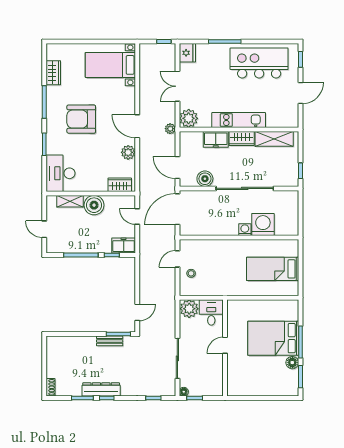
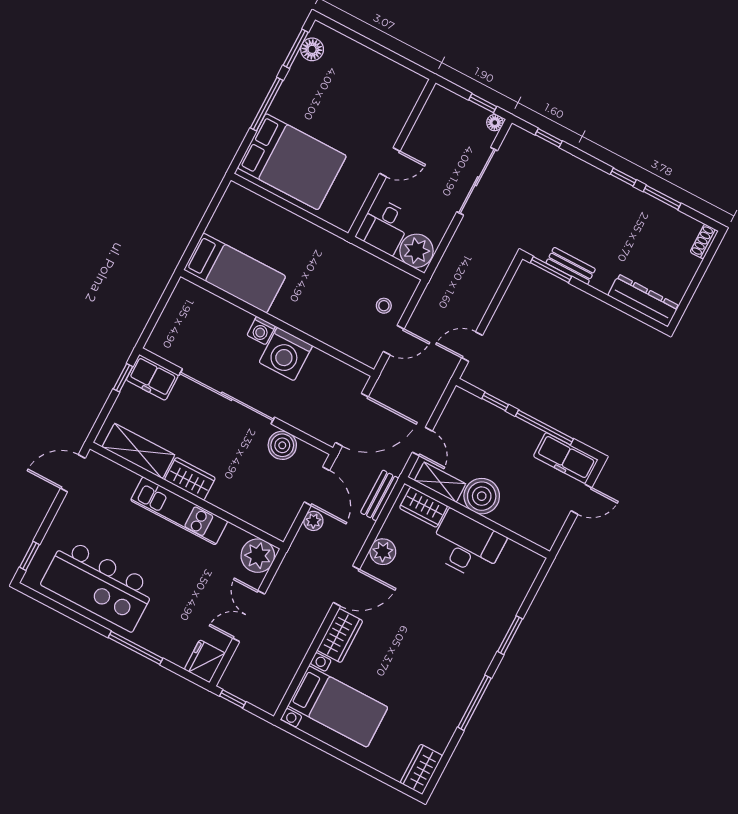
wardrobe: (53, 73) -> (421, 769), moved
double door: (177, 86) -> (249, 616), swing flipped
door: (300, 93) -> (73, 473), moved
wardrobe: (128, 100) -> (340, 636), added
armchair: (81, 119) -> (430, 644), removed
door: (137, 126) -> (346, 586), hinge flipped
plant: (170, 129) -> (313, 521), moved
freezer: (216, 139) -> (152, 378), moved, turned 180
desk: (61, 173) -> (467, 545), moved, turned -90
bench: (144, 179) -> (380, 495), added
shelving: (70, 201) -> (440, 482), moved
washing machine: (263, 224) -> (286, 354), moved
door: (44, 229) -> (581, 499), hinge flipped
freezer: (124, 245) -> (566, 458), moved, width x1.40
bed: (273, 269) -> (235, 273), moved
door: (137, 312) -> (472, 347), moved
bed: (273, 338) -> (292, 162), moved
floor lamp: (292, 363) -> (312, 49), moved
dresser: (101, 389) -> (643, 300), moved, turned 180

